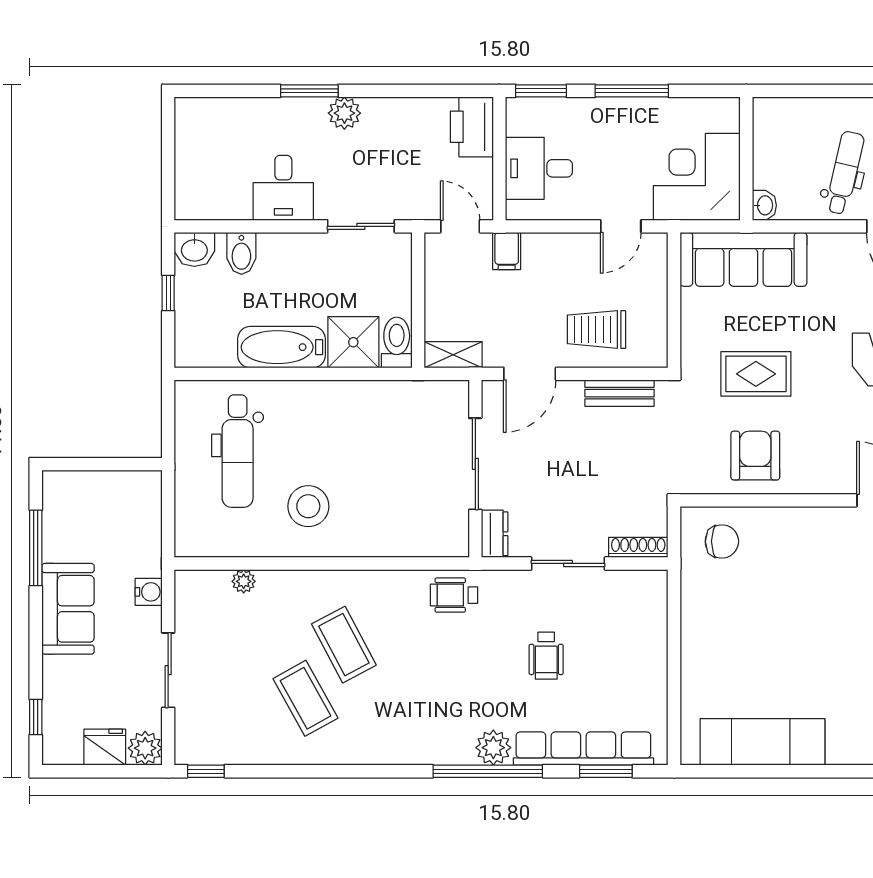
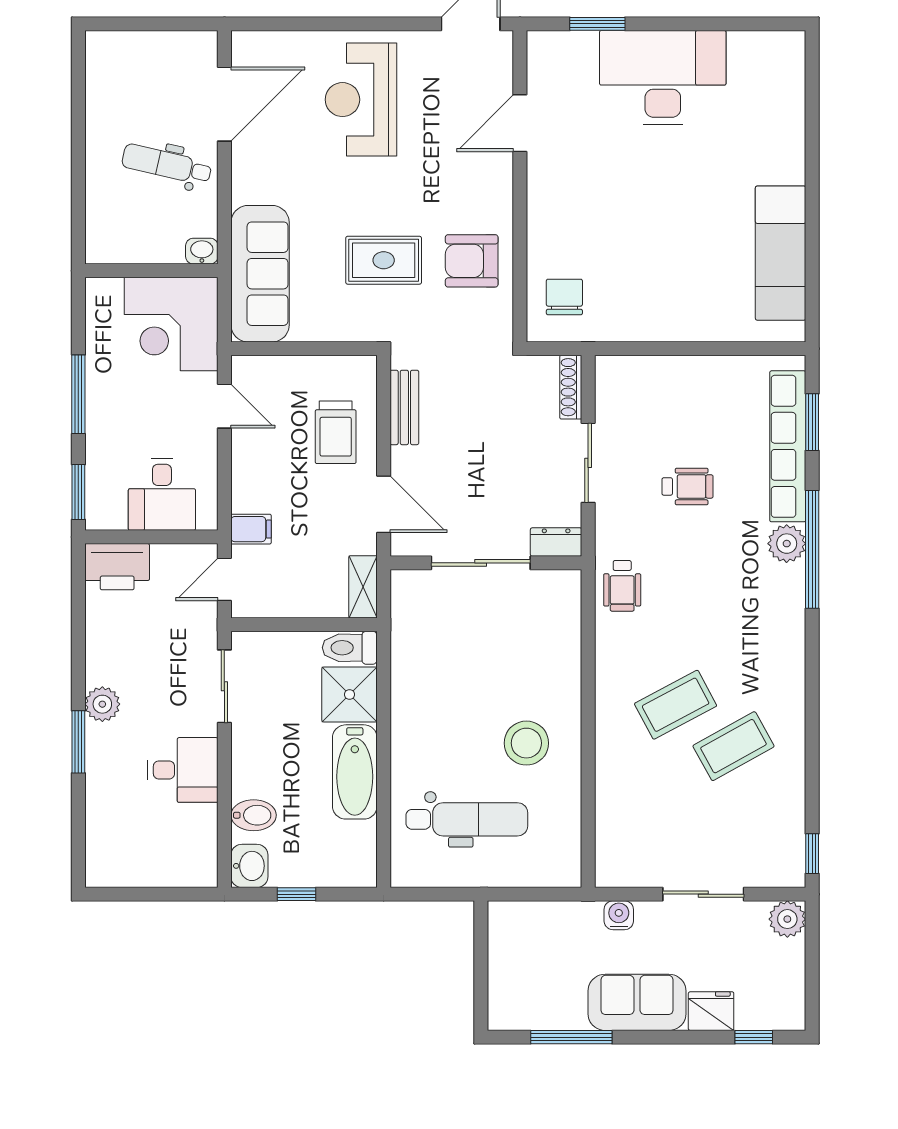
rug: (756, 374) -> (384, 260), turned 90
plant: (244, 581) -> (607, 813), removed
fridge: (105, 747) -> (711, 1011), moved, turned 90

